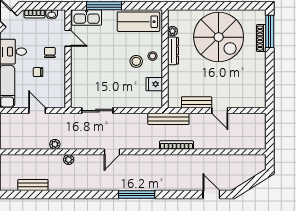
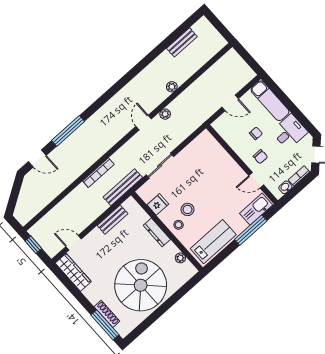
spiral stairs: (219, 37) -> (141, 285), turned 90
dresser: (173, 51) -> (157, 232), moved
wardrobe: (259, 90) -> (73, 272), added
sliding door: (97, 111) -> (160, 166), moved
door: (220, 111) -> (74, 243), moved
window: (270, 135) -> (33, 245), added
plant: (55, 144) -> (165, 114), moved
window: (137, 195) -> (68, 131), moved

